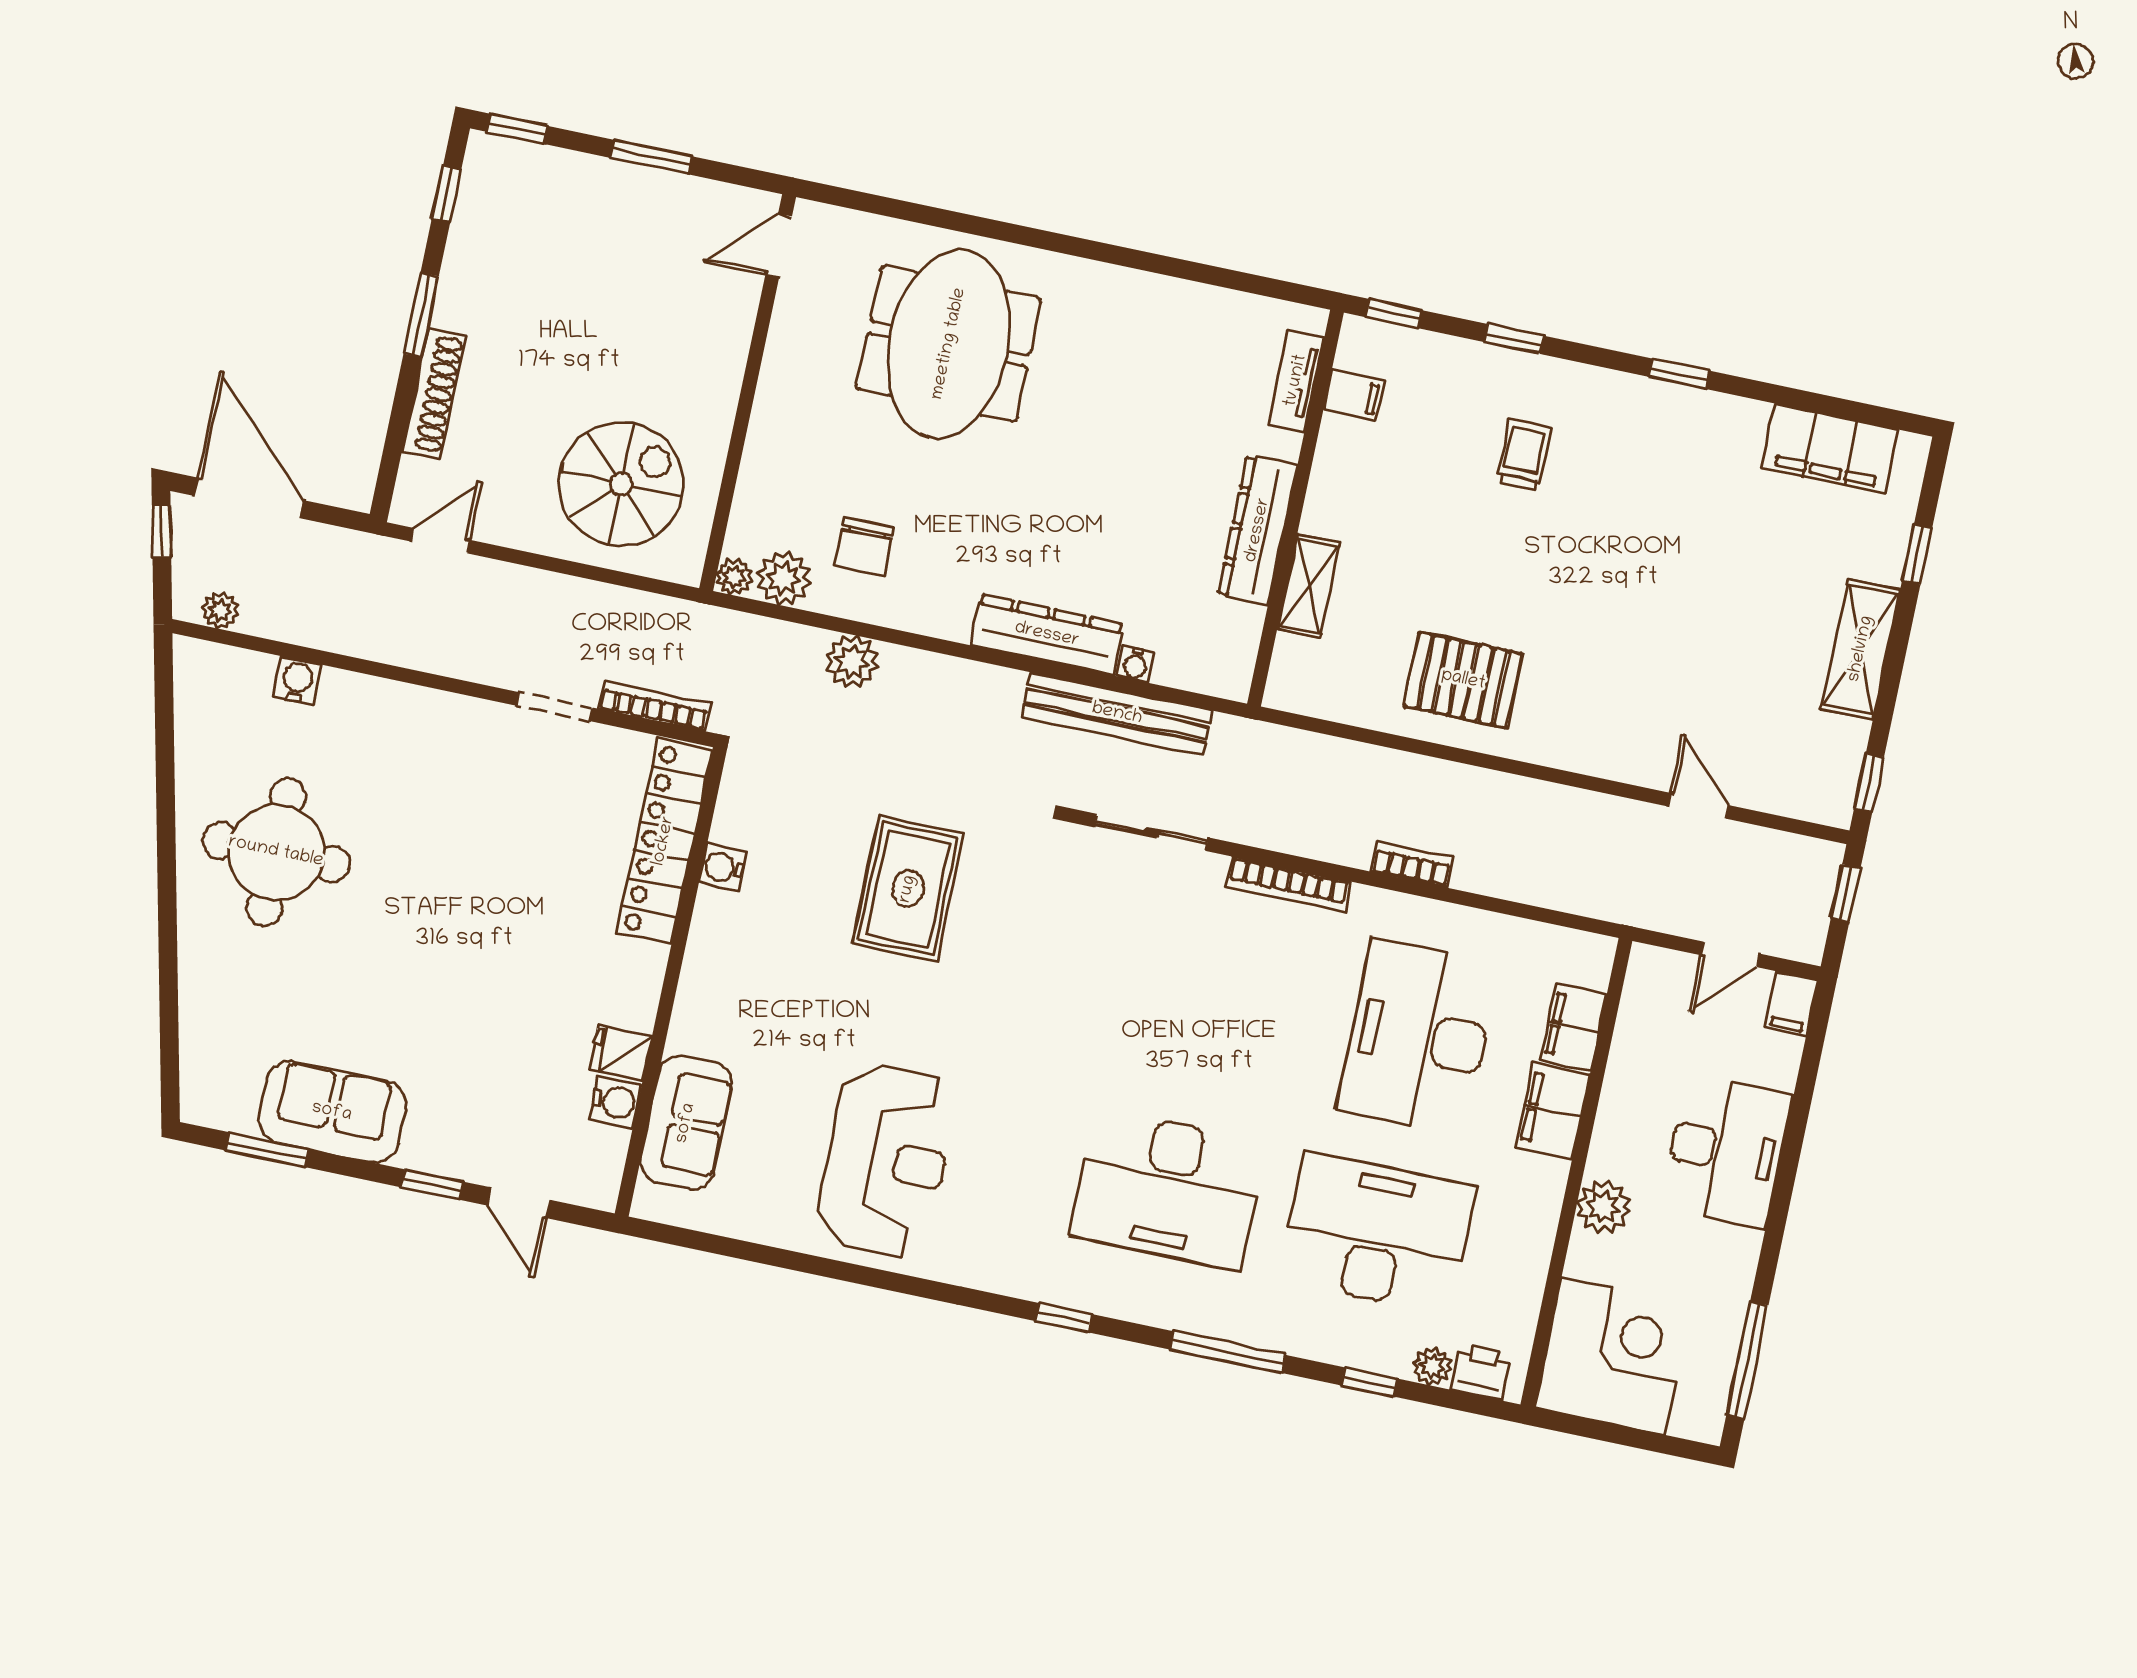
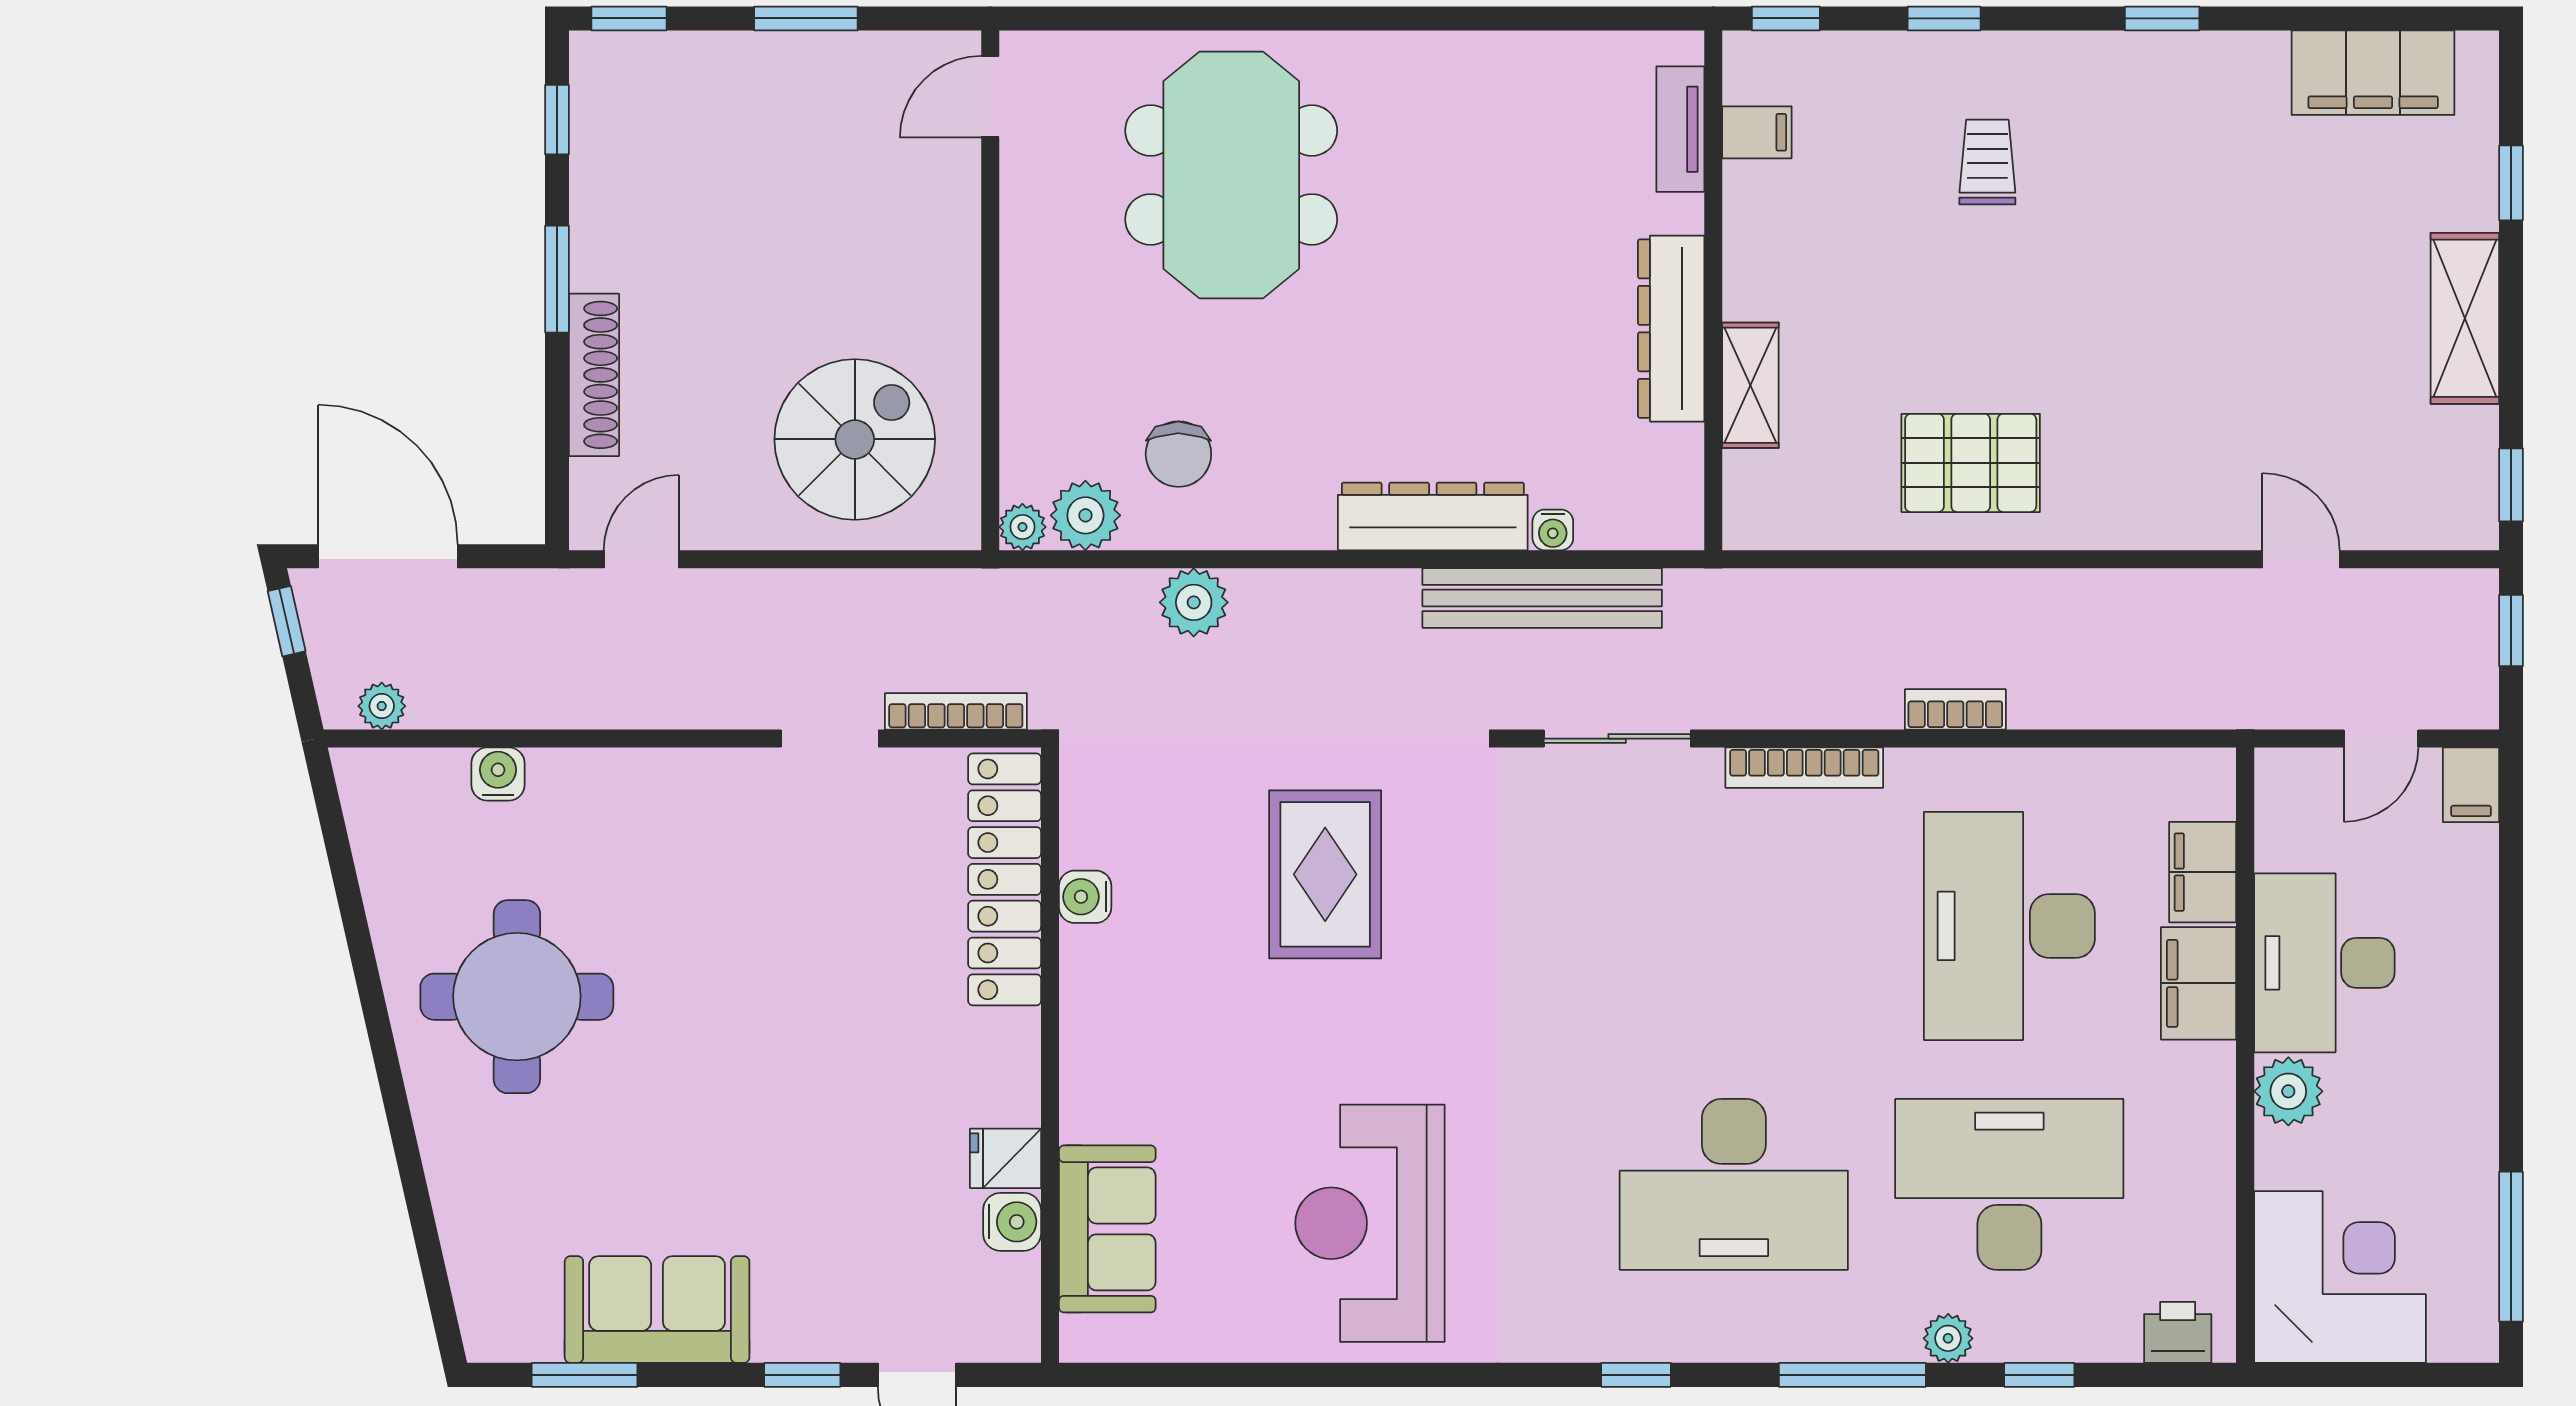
desk: (1726, 1151) -> (2324, 963), moved, turned 180
reception desk: (886, 1160) -> (1370, 1223), turned 180
plant: (1432, 1366) -> (1948, 1338), moved

